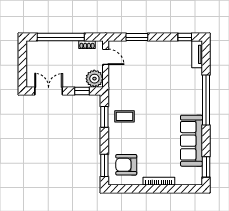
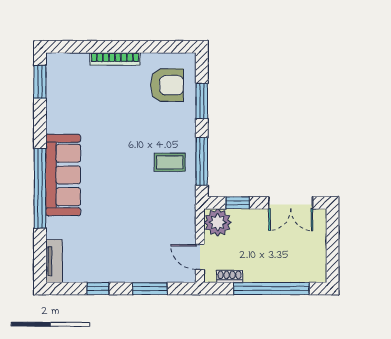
window: (185, 37) -> (98, 289), moved
window: (104, 117) -> (202, 161), width x1.44
sofa: (191, 141) -> (63, 175), moved
window: (104, 165) -> (202, 101), moved

